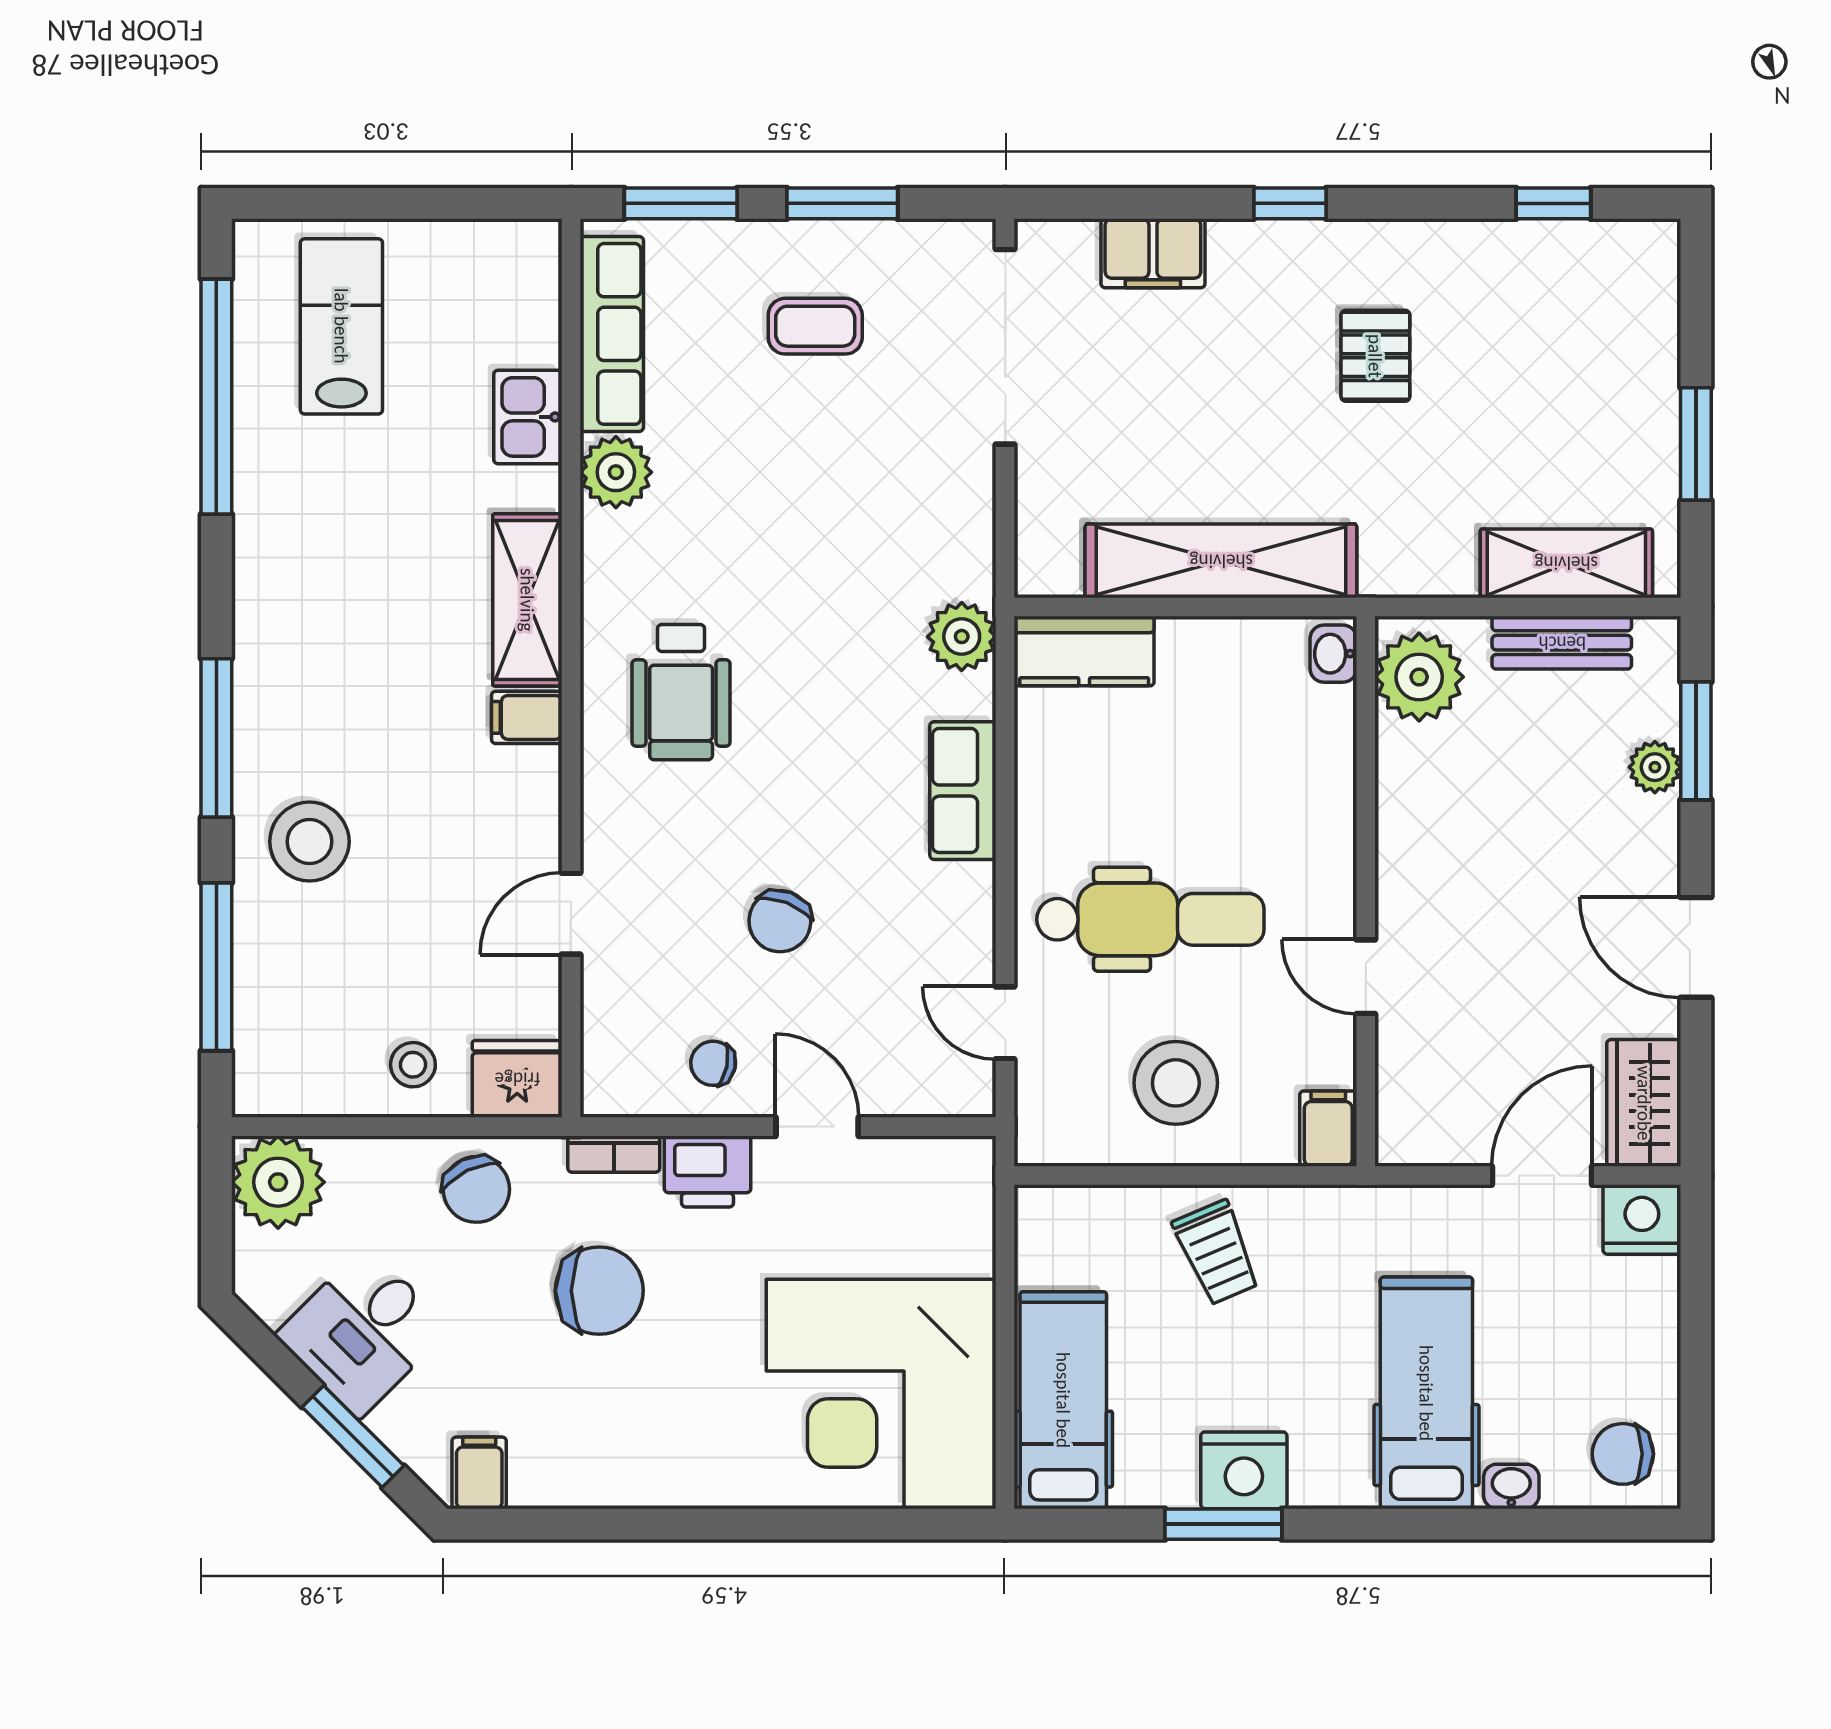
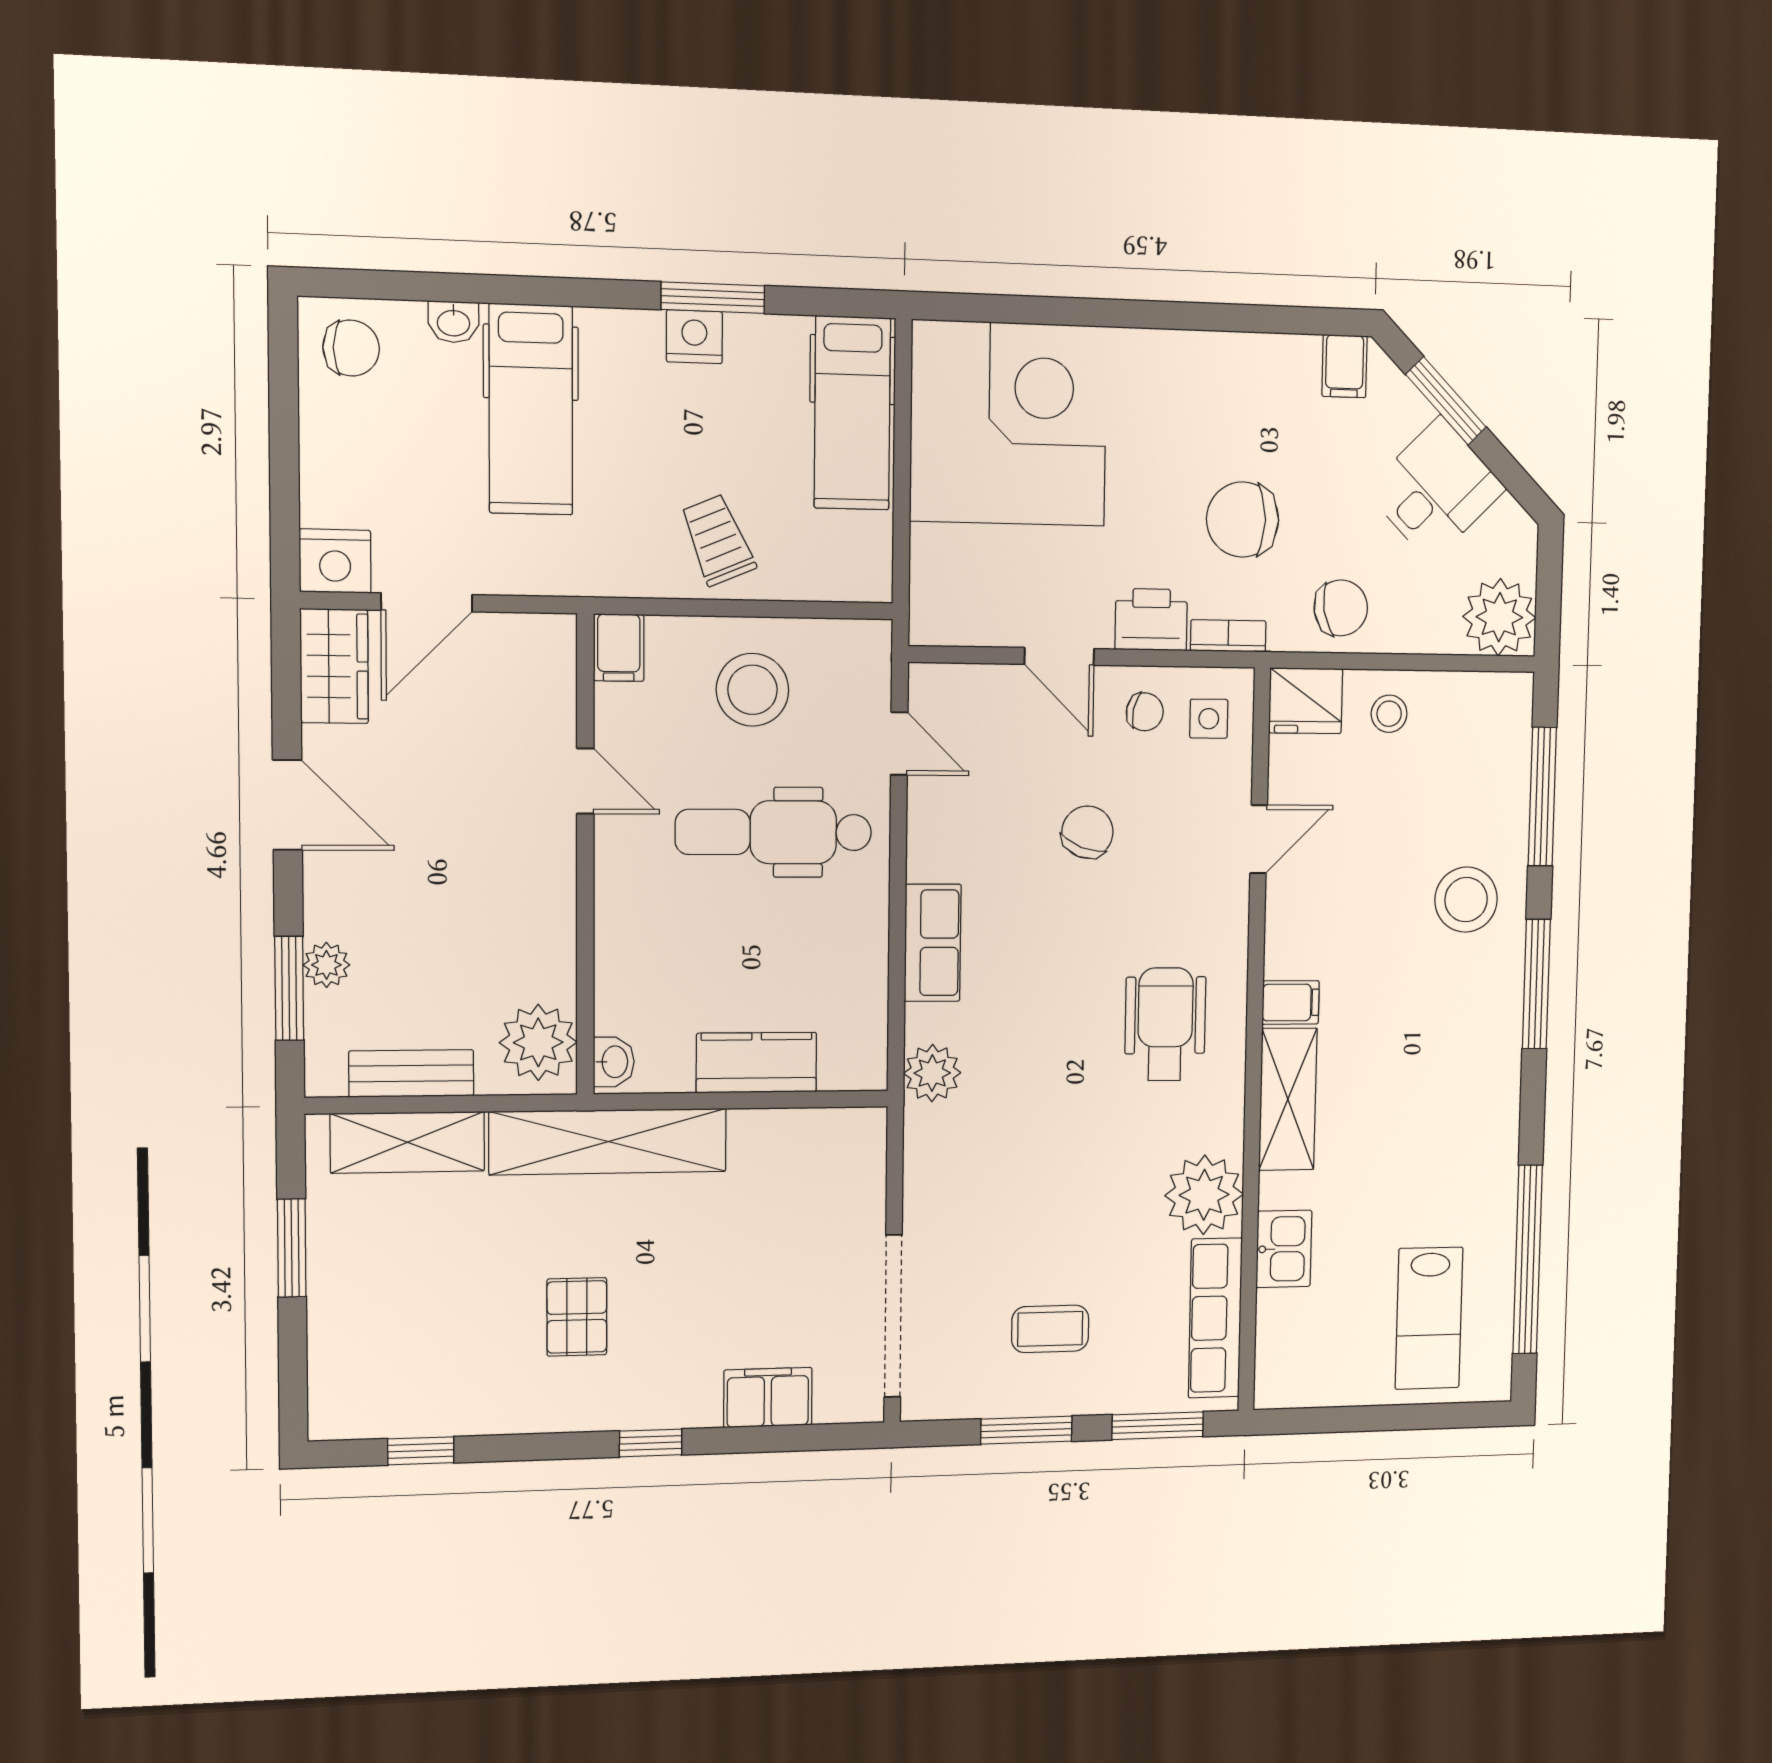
plant: (616, 472) -> (1204, 1195), width x1.36, depth x1.36
shelving: (1221, 561) -> (608, 1142), moved
kitchen counter: (1084, 651) -> (756, 1063), moved
side table: (635, 1056) -> (1209, 719), added
chair: (476, 1189) -> (1341, 608), turned 106
nightstand: (1244, 1470) -> (694, 337), width x0.74, depth x0.75

